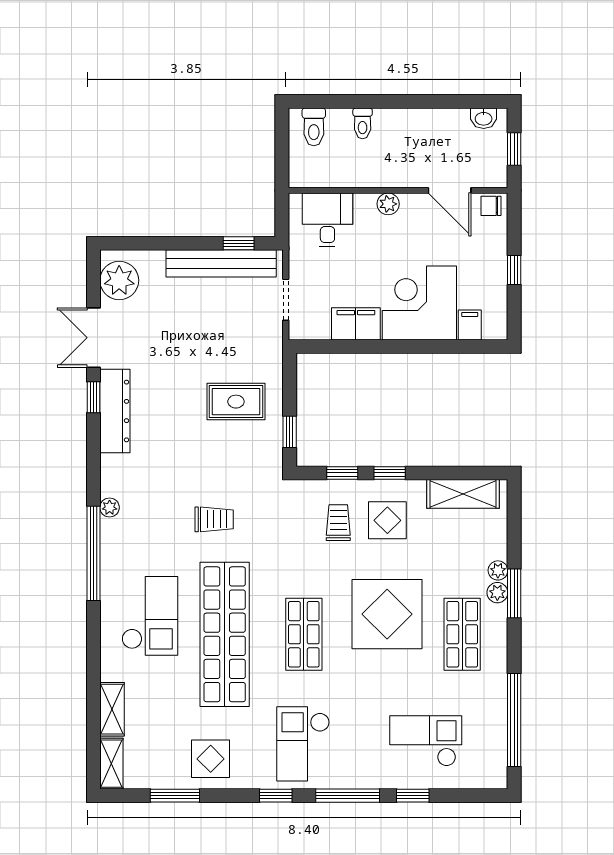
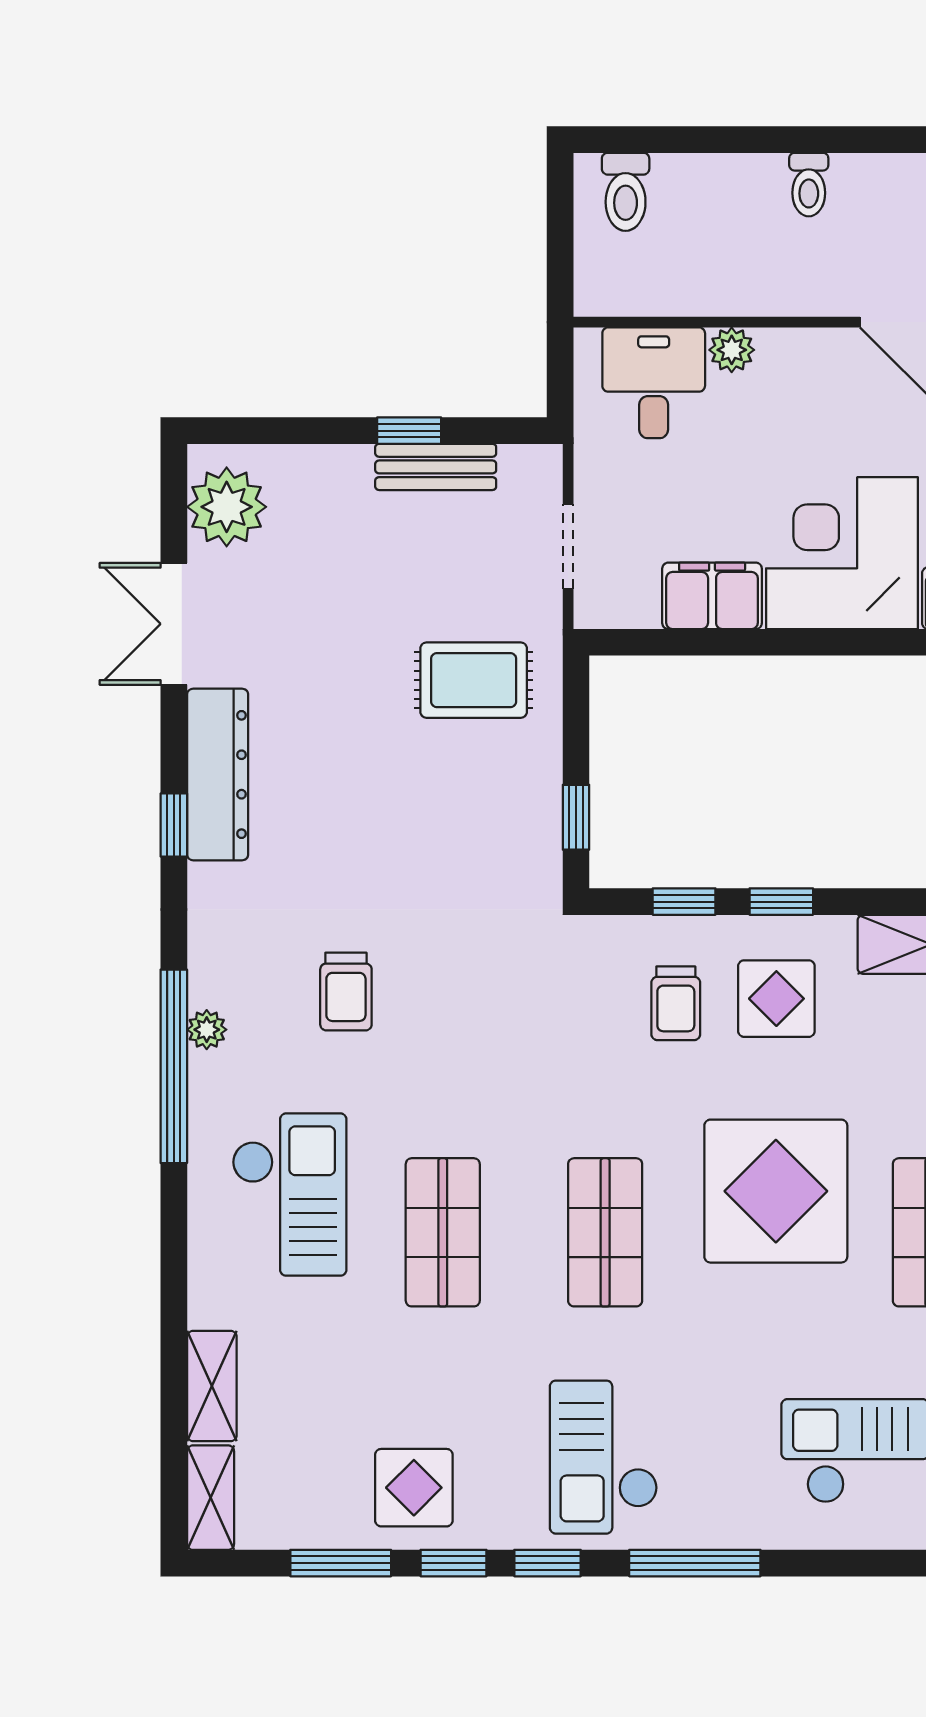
toilet: (363, 123) -> (809, 185), moved
plant: (388, 204) -> (732, 350), moved
window: (239, 243) -> (409, 431), moved
bench: (221, 263) -> (436, 467), width x0.54, depth x0.82
window: (93, 397) -> (174, 825), moved
rug: (236, 402) -> (474, 680), moved
plant: (110, 508) -> (207, 1030), moved
trolley: (214, 519) -> (346, 992), moved, turned 90
trolley: (338, 523) -> (676, 1003), turned 180
shop shelf: (225, 634) -> (443, 1232), width x0.50, depth x0.74
window: (413, 796) -> (454, 1563), moved

